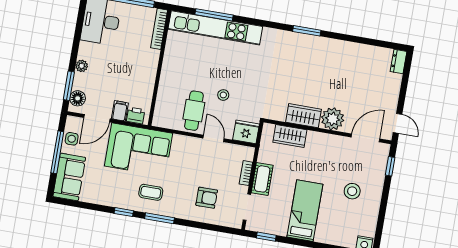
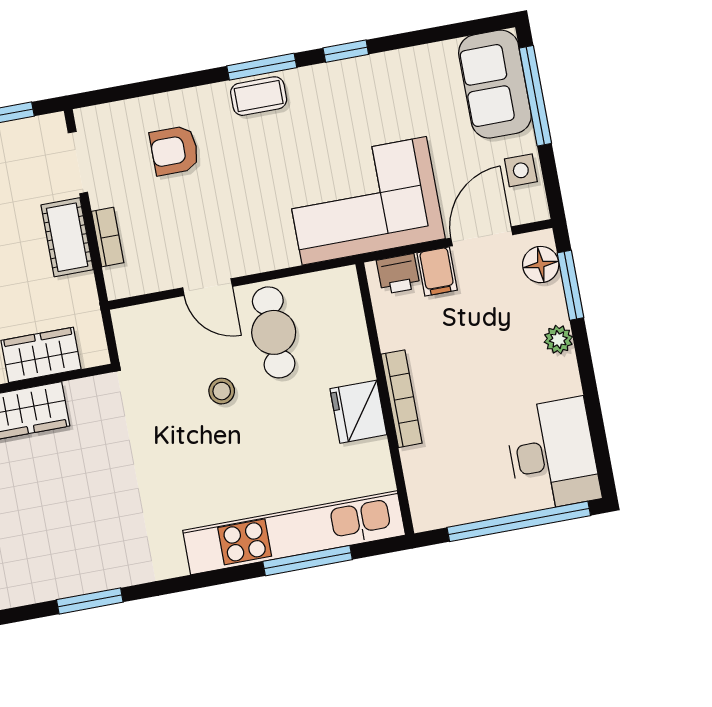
bookcase: (159, 29) -> (402, 399), moved
fridge: (246, 132) -> (358, 412), moved, turned 90
window: (57, 152) -> (535, 96), moved
coffee table: (151, 192) -> (259, 96), moved

